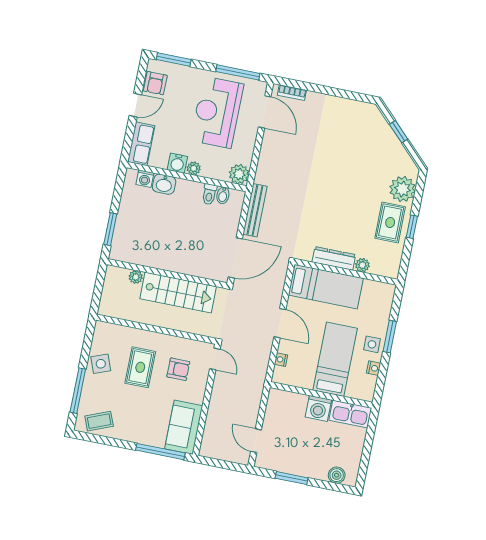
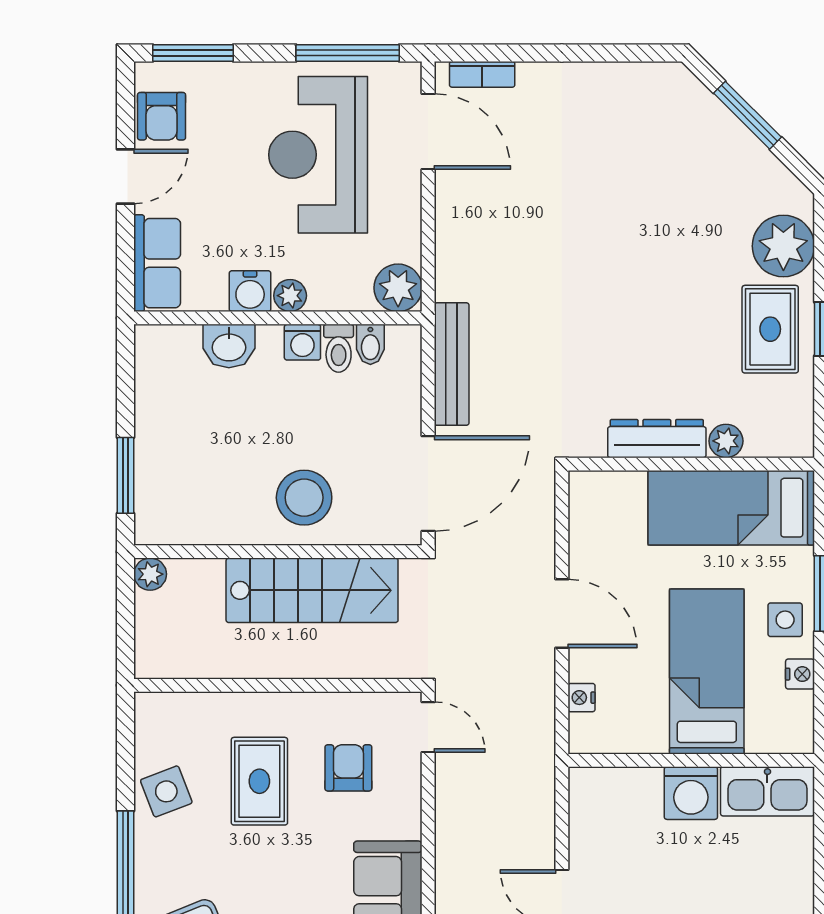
window: (399, 132) -> (747, 115), width x1.50
washing machine: (145, 179) -> (302, 342), moved
stool: (183, 253) -> (304, 498), added
plant: (136, 277) -> (150, 574), moved
bed: (326, 287) -> (731, 508), moved, turned 180
armchair: (178, 369) -> (348, 768), turned -90

